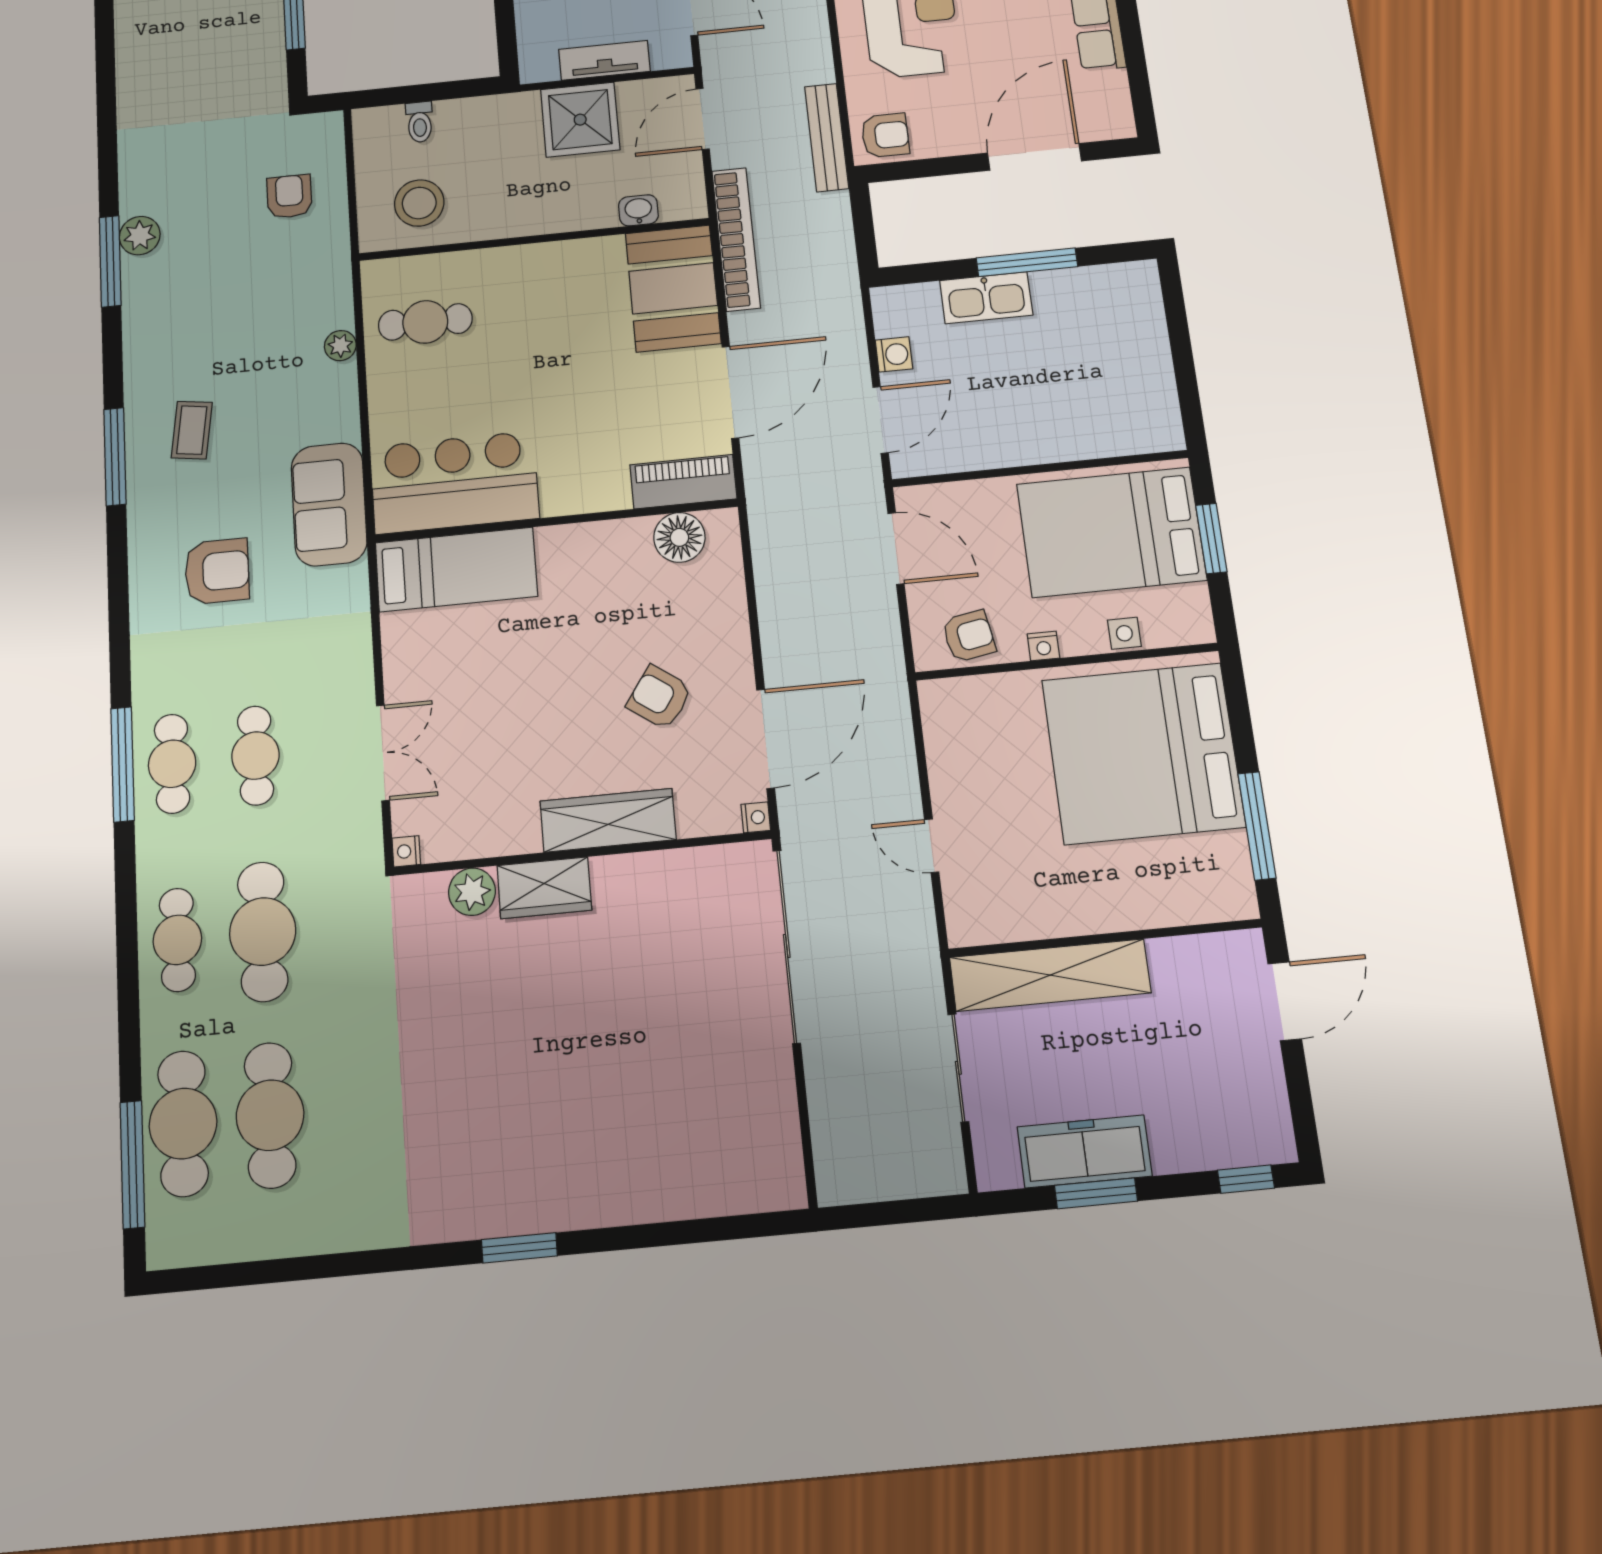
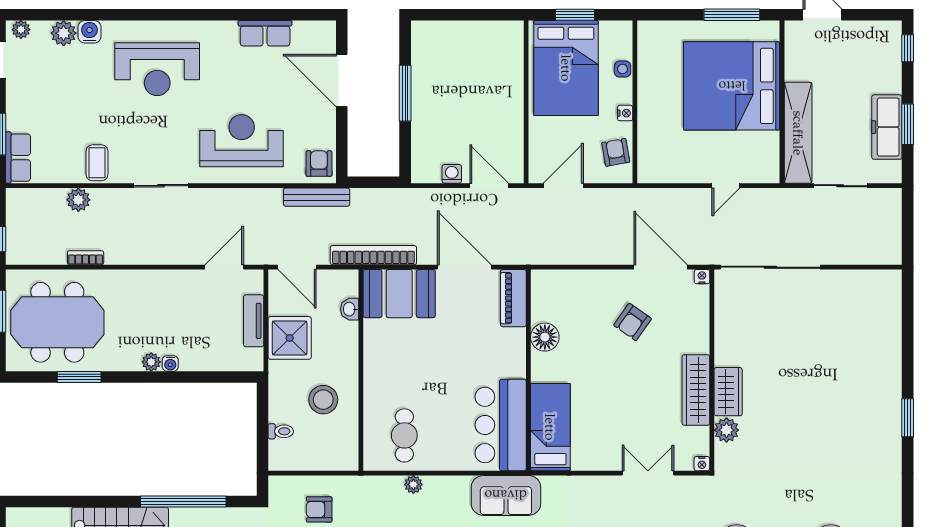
stool: (419, 203) -> (323, 400), moved
kitchen sink: (986, 298) -> (424, 119), removed
floor lamp: (679, 537) -> (545, 337), moved
bed: (1143, 753) -> (732, 86), moved, turned 90
wardrobe: (608, 820) -> (696, 390), moved

